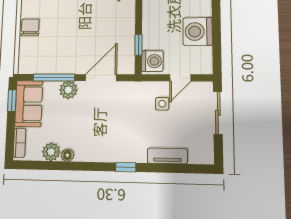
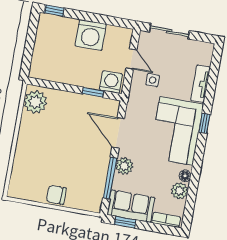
corner sofa: (113, 138) -> (176, 131), added

